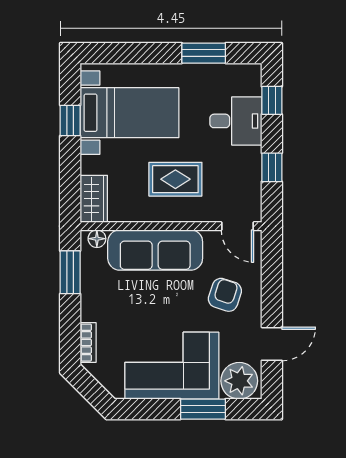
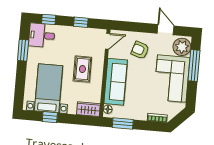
desk: (236, 121) -> (42, 35), moved, turned -90
window: (203, 409) -> (194, 65), width x1.44

